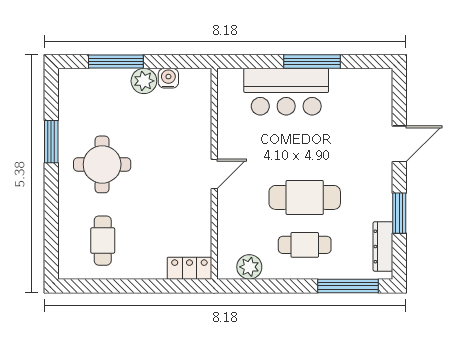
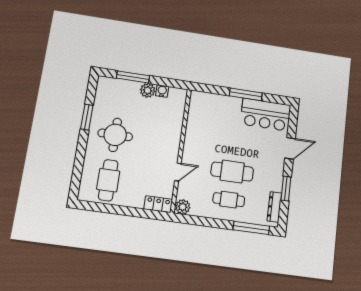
bar counter: (286, 92) -> (266, 115), moved
door: (214, 174) -> (178, 172), moved
cafe table: (103, 241) -> (108, 180), width x1.37, depth x1.35
plant: (249, 267) -> (183, 207), moved

